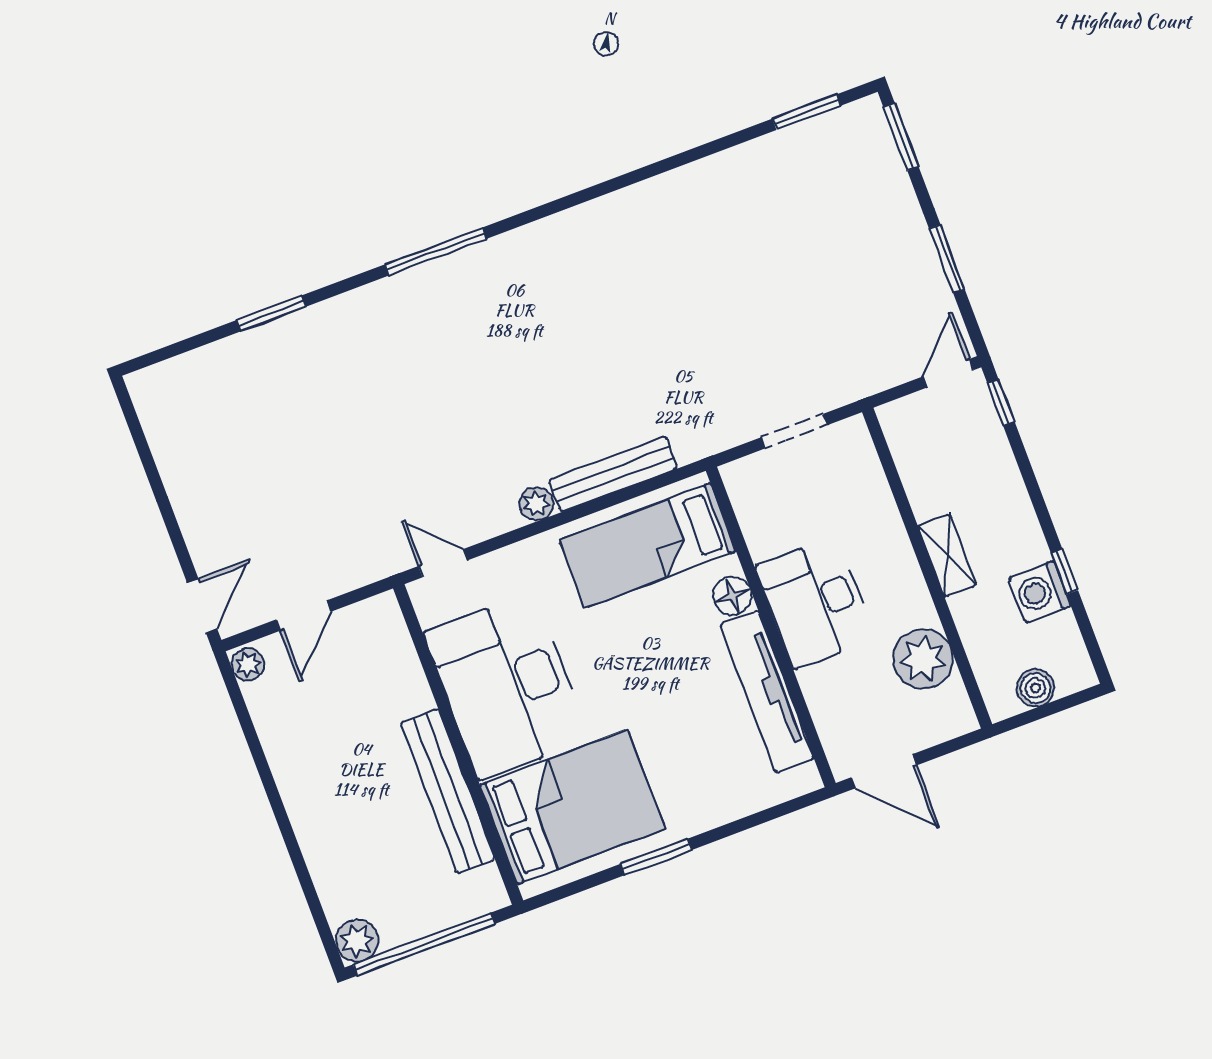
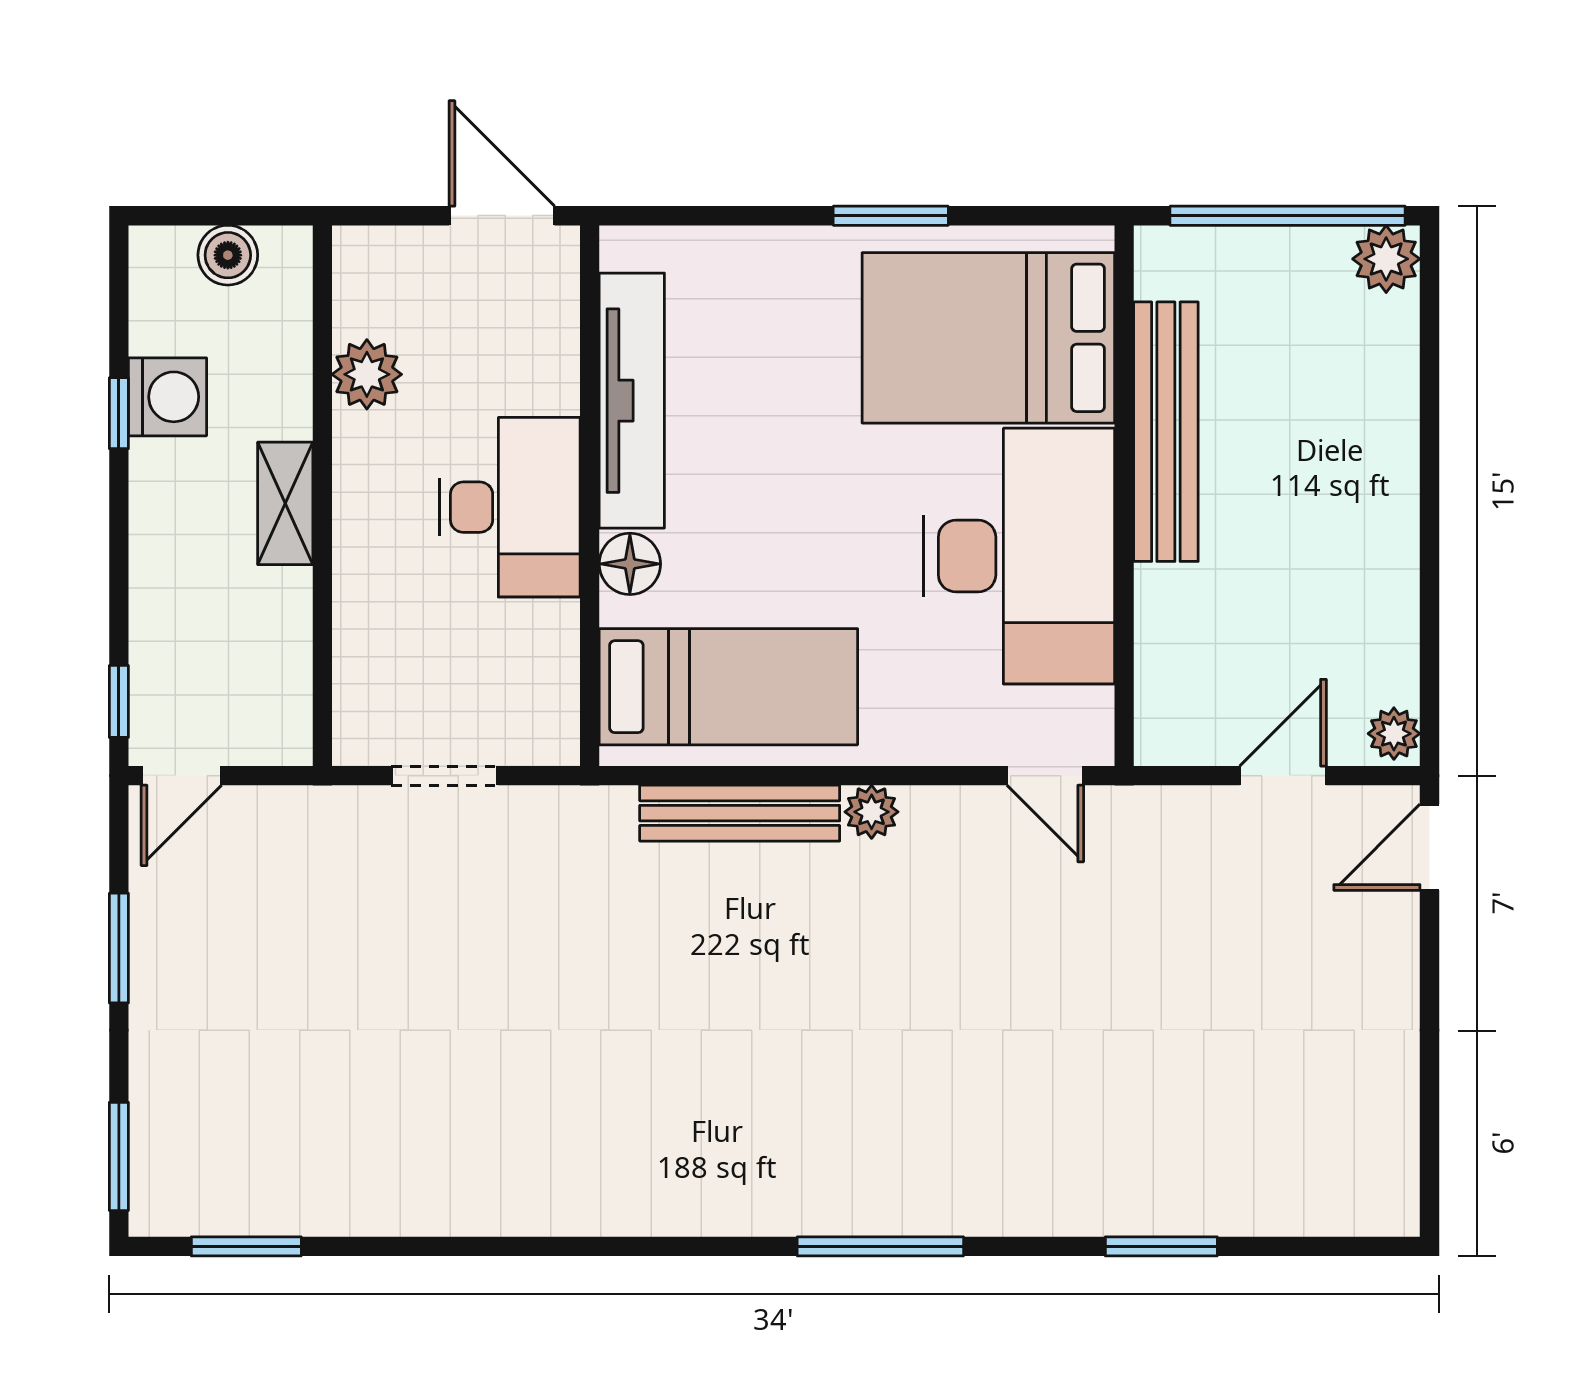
plant: (923, 659) -> (367, 374), width x0.73, depth x0.73

